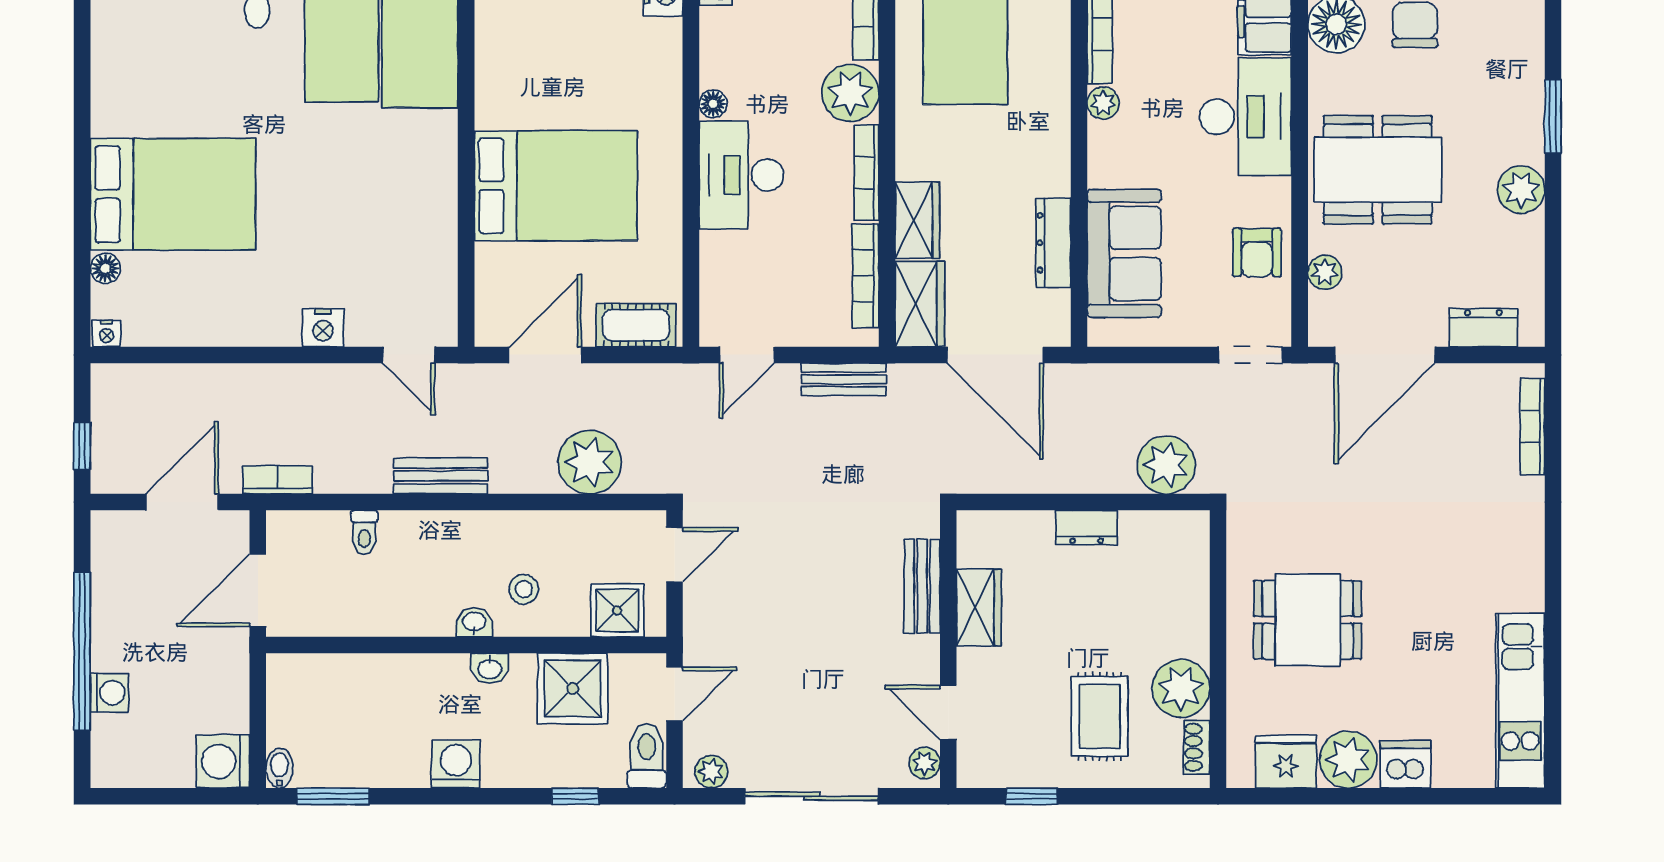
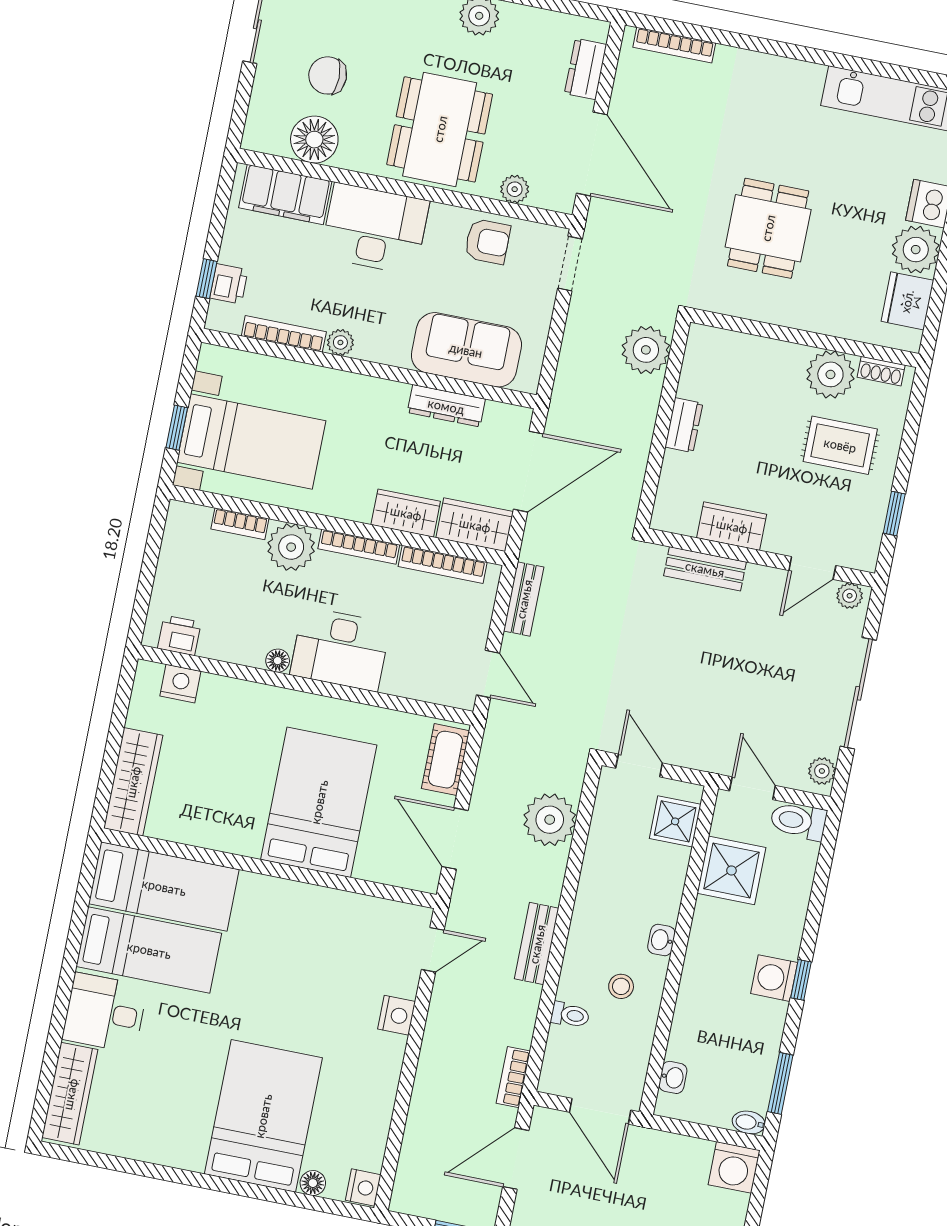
nightstand: (106, 334) -> (363, 1188), width x1.39, depth x1.35
door: (182, 502) -> (516, 1159), hinge flipped
stool: (524, 589) -> (621, 986), moved
dining table: (1308, 620) -> (768, 228), moved
washbasin: (490, 668) -> (673, 1077), moved
window: (575, 796) -> (801, 980), moved

